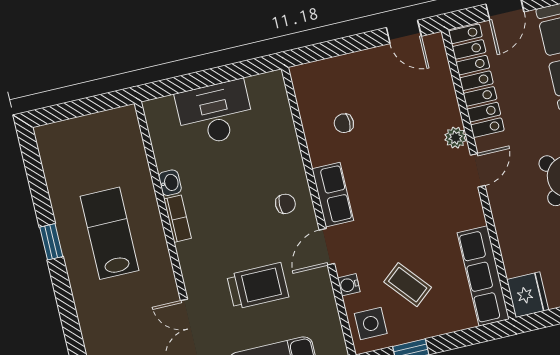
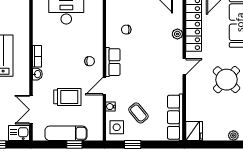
plant: (456, 138) -> (177, 34), moved
washbasin: (170, 183) -> (37, 74), moved

